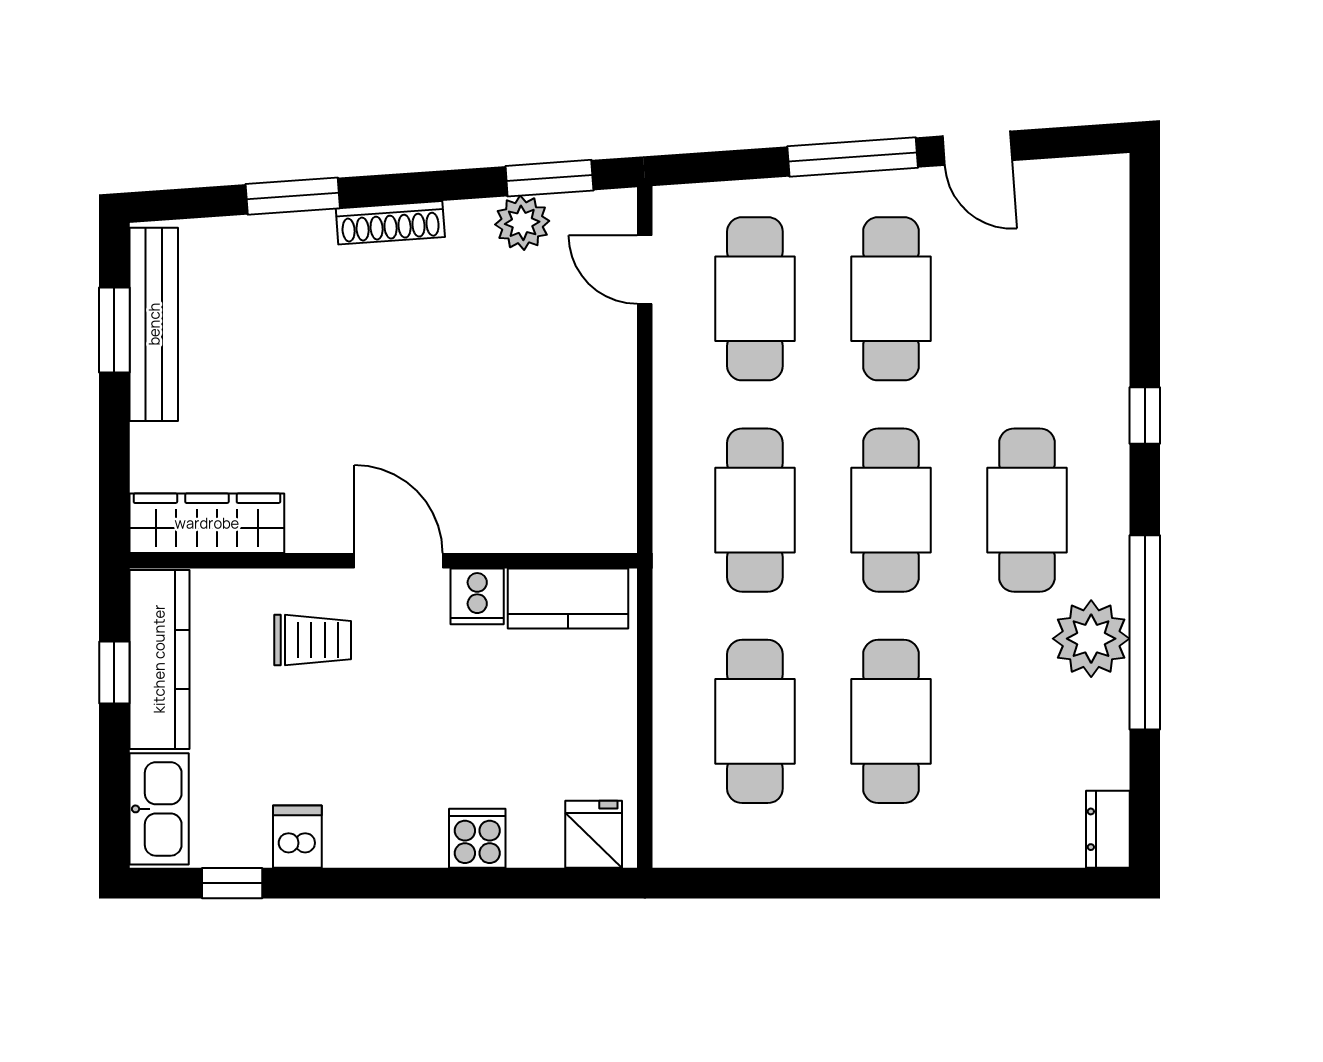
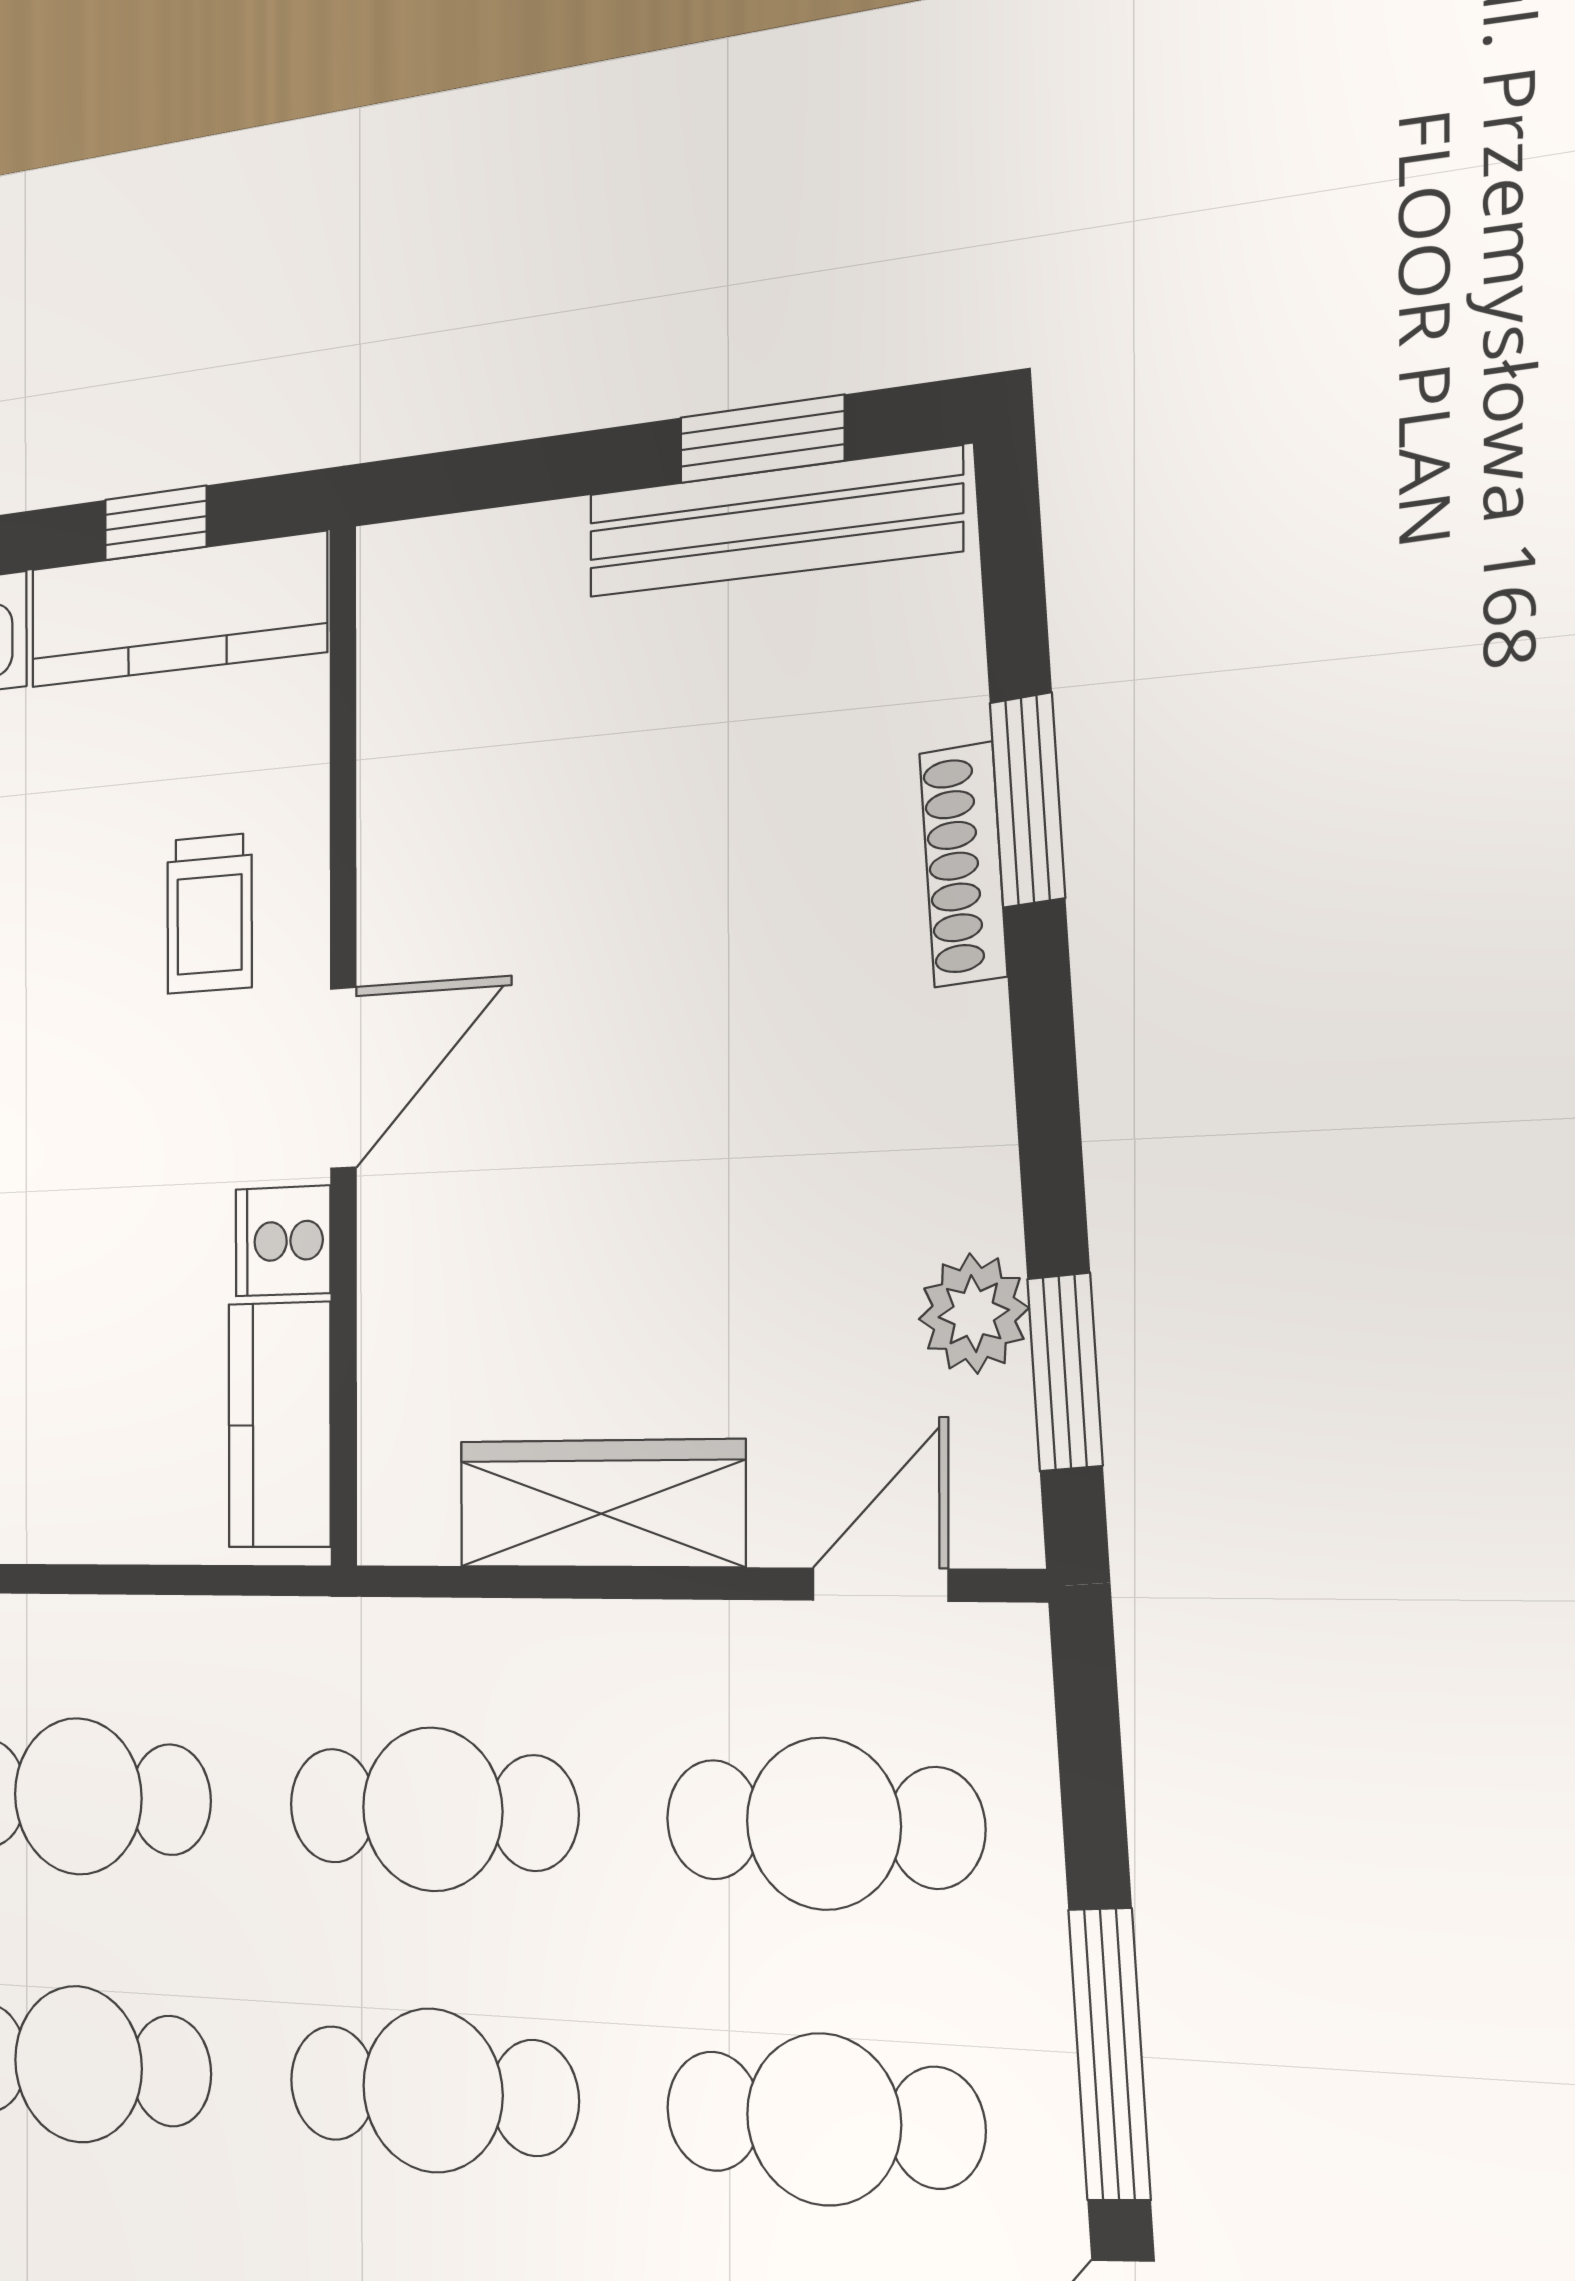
shoe rack: (390, 223) -> (963, 865), moved
wardrobe: (207, 523) -> (601, 1504), moved, turned -90

